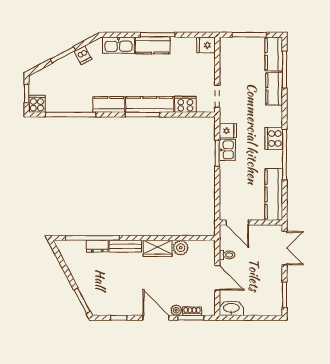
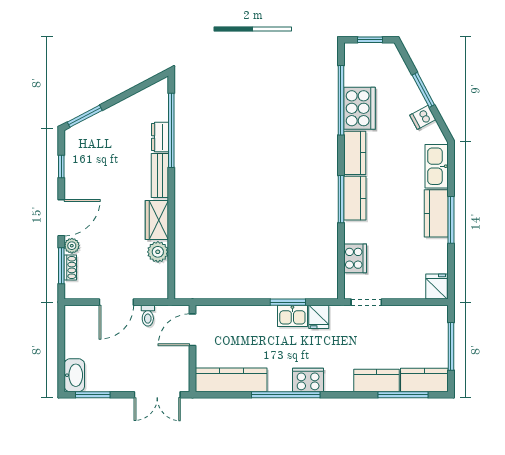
cooker: (37, 104) -> (360, 108), moved, width x1.87, depth x1.31
kitchen counter: (150, 104) -> (355, 198), width x0.67
washbasin: (231, 308) -> (74, 375), moved

